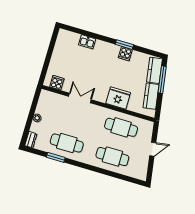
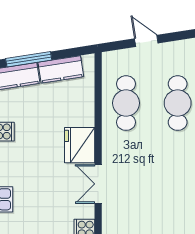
fridge: (118, 98) -> (80, 145), moved
cafe table: (67, 143) -> (178, 184), removed

